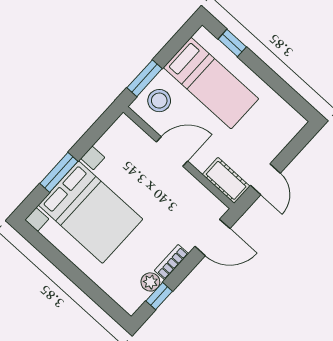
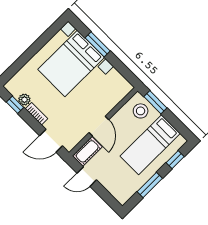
window: (274, 81) -> (150, 185), added
door: (172, 152) -> (99, 126), moved
door: (212, 237) -> (51, 141), hinge flipped

